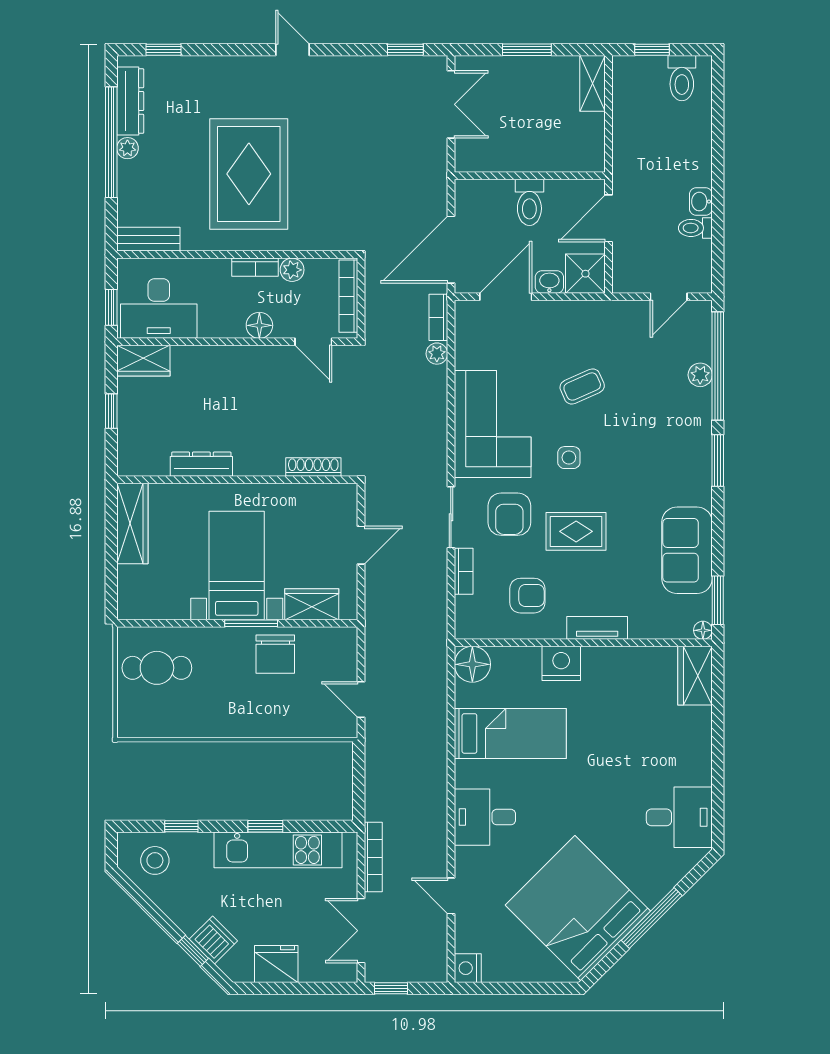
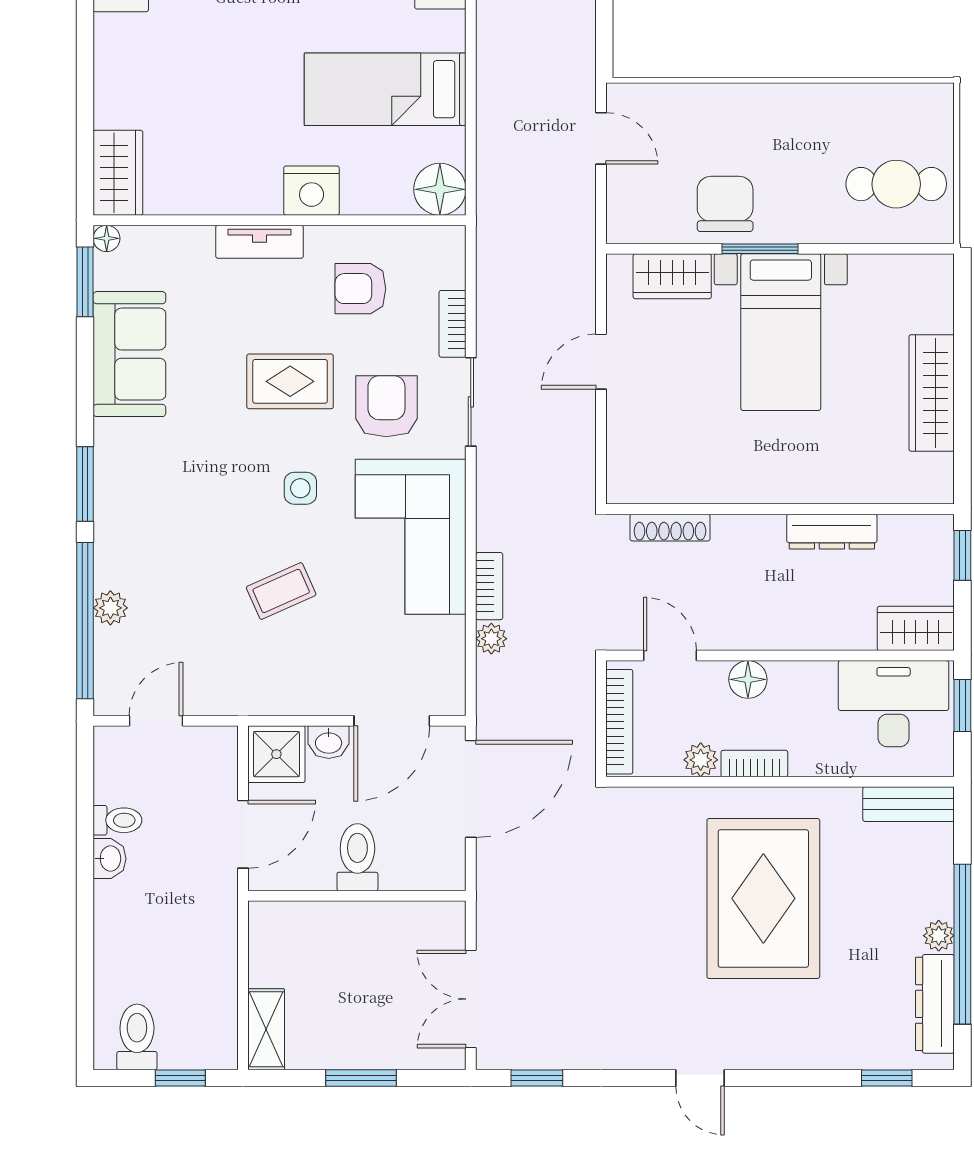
bookcase: (438, 317) -> (489, 586), moved
dresser: (201, 464) -> (832, 532), moved
shoe rack: (313, 467) -> (670, 528), moved
wall: (237, 480) -> (780, 509), moved

